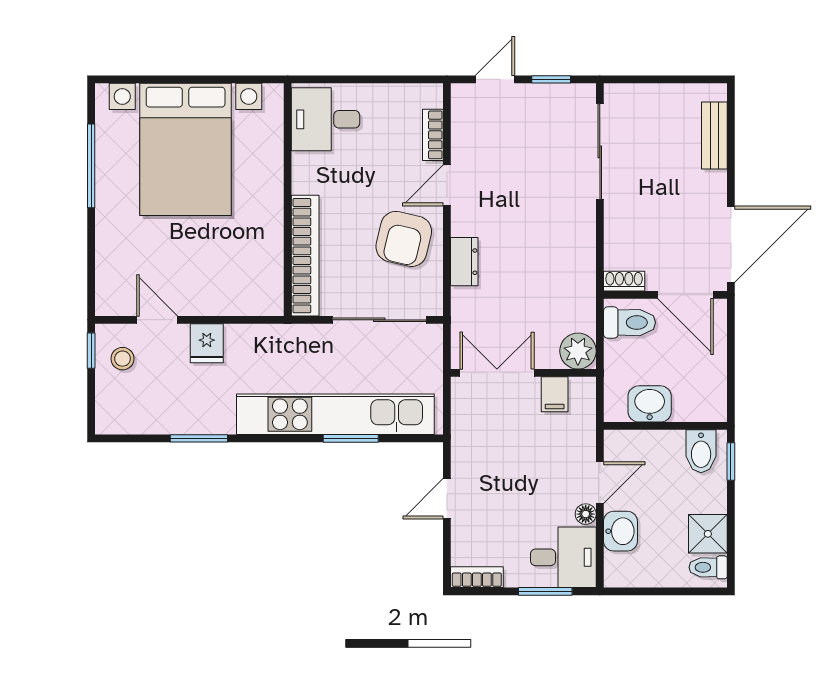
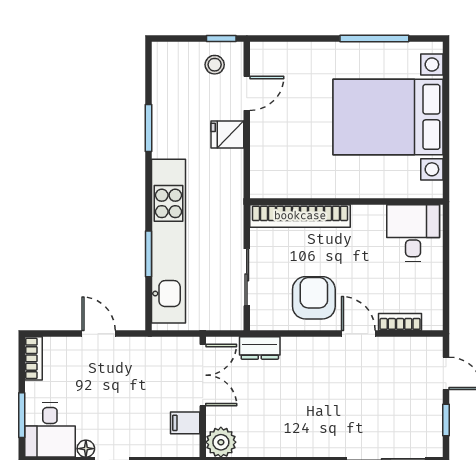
armchair: (404, 239) -> (314, 298), turned 77
dresser: (464, 262) -> (260, 348), moved
sliding door: (379, 320) -> (247, 277), width x0.73

